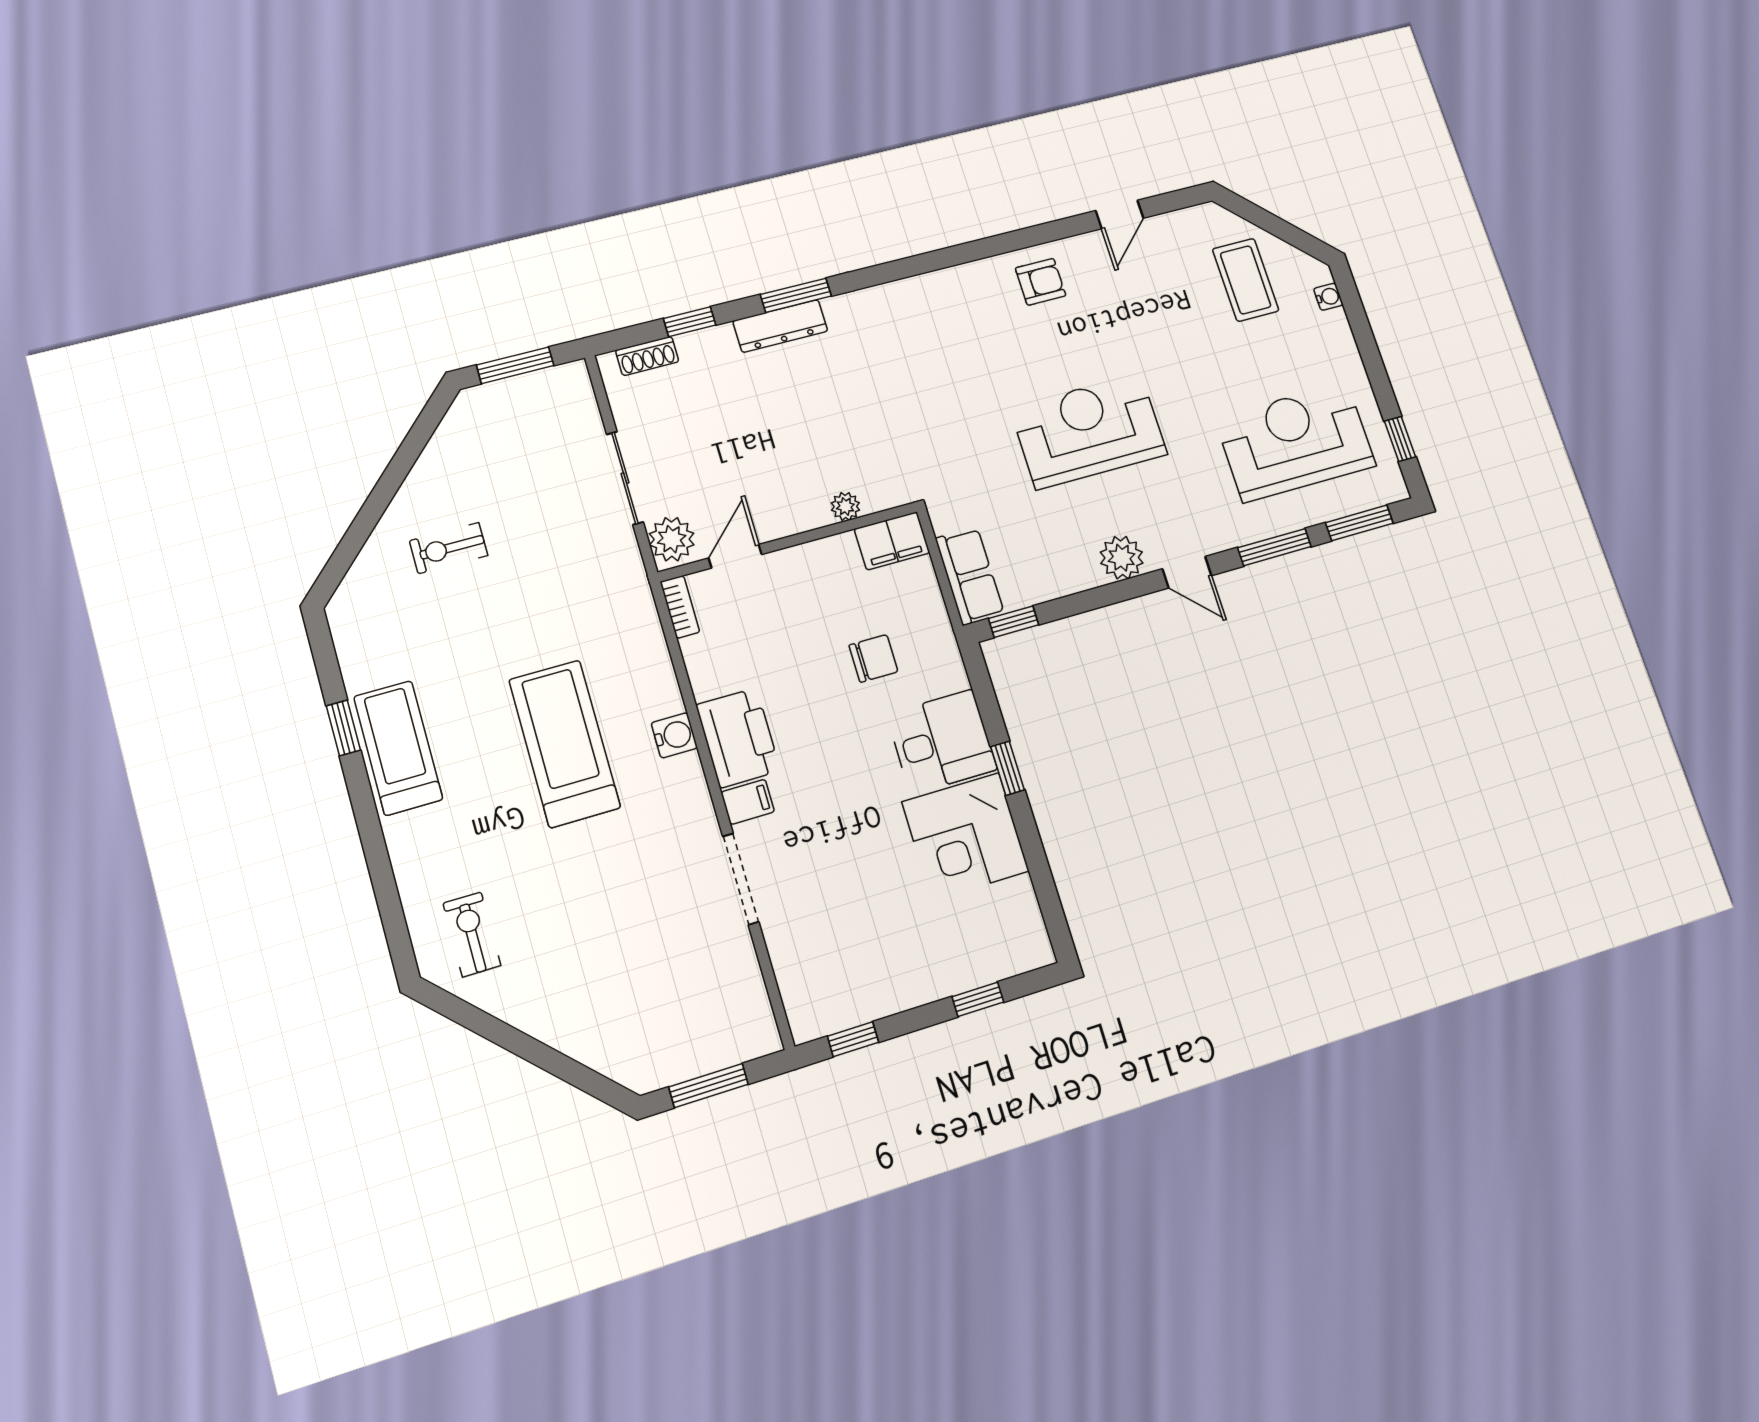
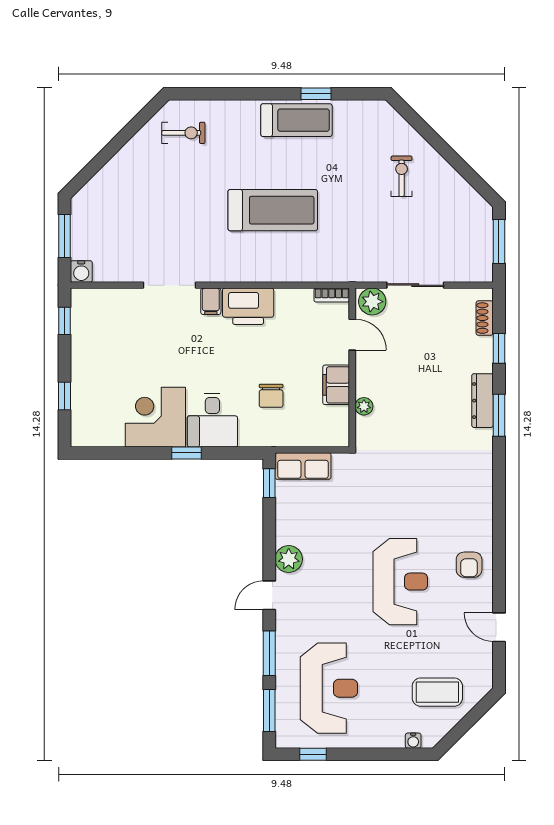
reception desk: (1089, 431) -> (400, 582), moved
filing cabinet: (892, 541) -> (336, 385), moved
water cooler: (674, 735) -> (81, 271), moved

